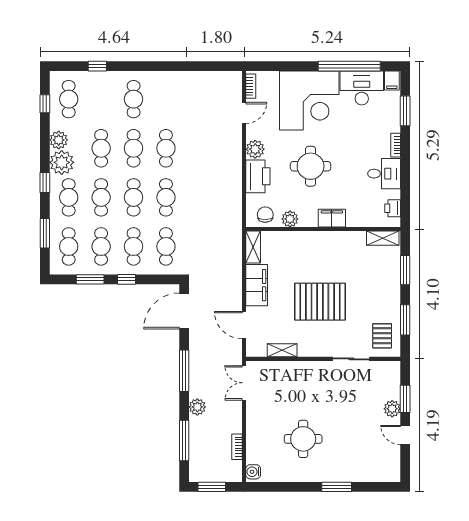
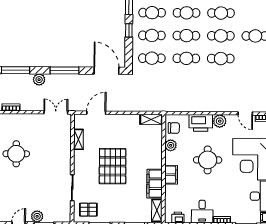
filing cabinet: (257, 285) -> (155, 184), moved, turned 90

